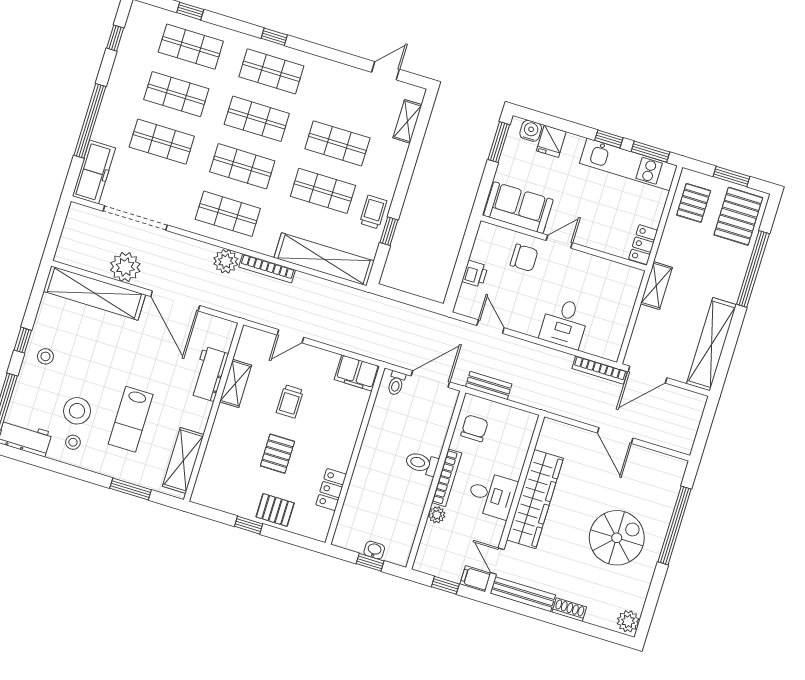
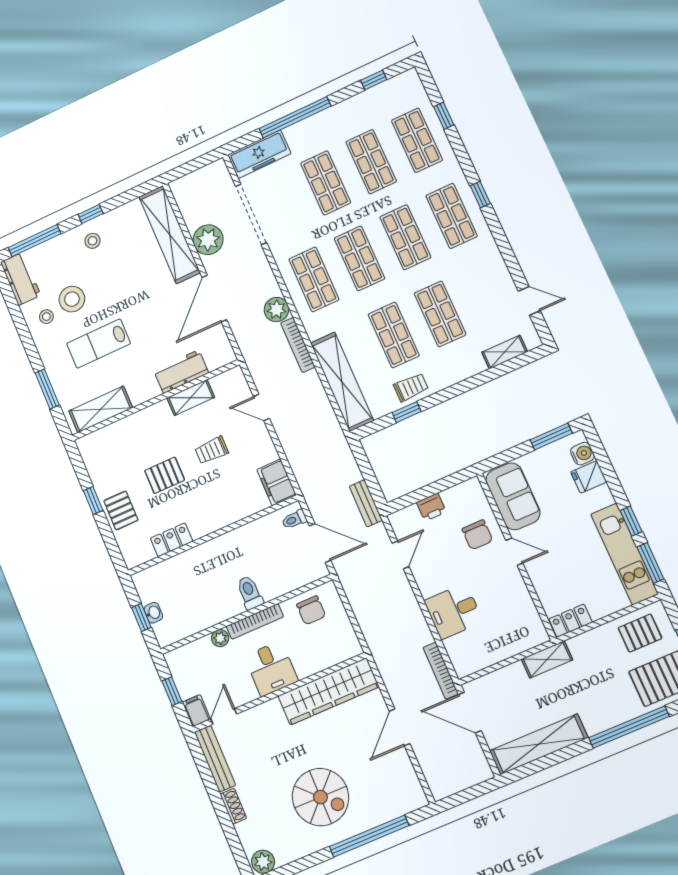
bench: (489, 385) -> (366, 503), moved
chair: (474, 428) -> (311, 610), turned 90
wardrobe: (535, 499) -> (328, 691), moved

